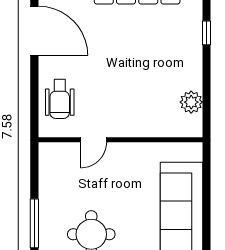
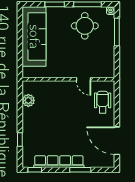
door: (94, 140) -> (83, 79), swing flipped

